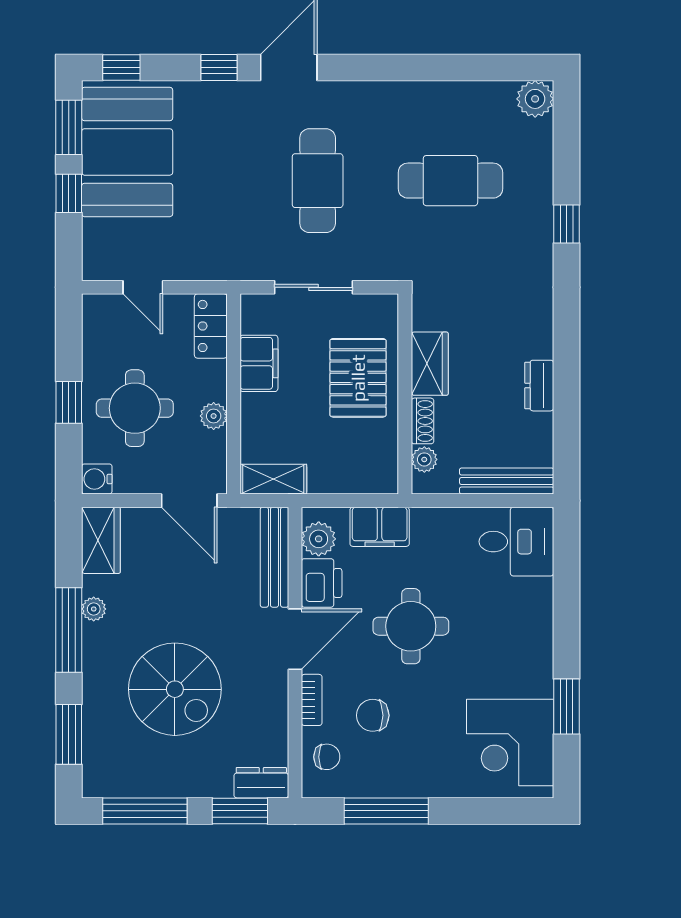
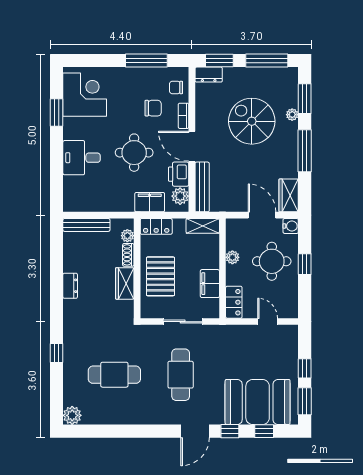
window: (121, 67) -> (264, 431), moved
booth: (127, 152) -> (258, 402), moved, turned 90
dresser: (539, 386) -> (70, 286), moved
locker: (367, 478) -> (156, 226), added
door: (189, 501) -> (262, 215), moved
desk: (516, 542) -> (82, 158), moved
plant: (94, 609) -> (292, 115), moved
door: (295, 639) -> (192, 146), hinge flipped

